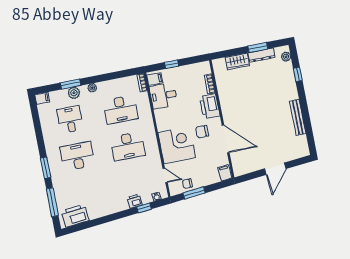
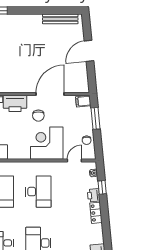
bench: (298, 117) -> (60, 19), moved
door: (275, 169) -> (89, 51), swing flipped
window: (194, 193) -> (95, 118), moved
locker: (118, 207) -> (96, 213), added

